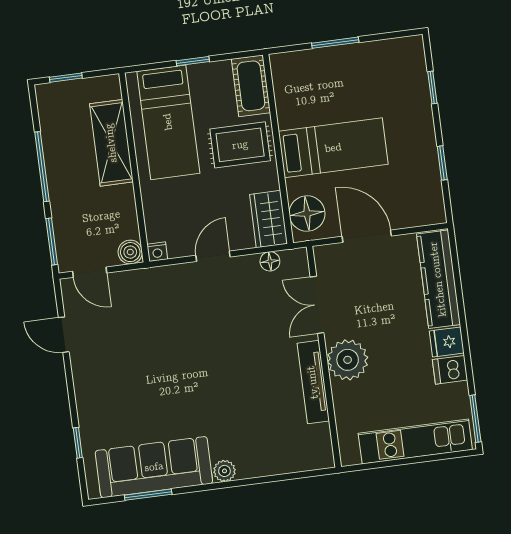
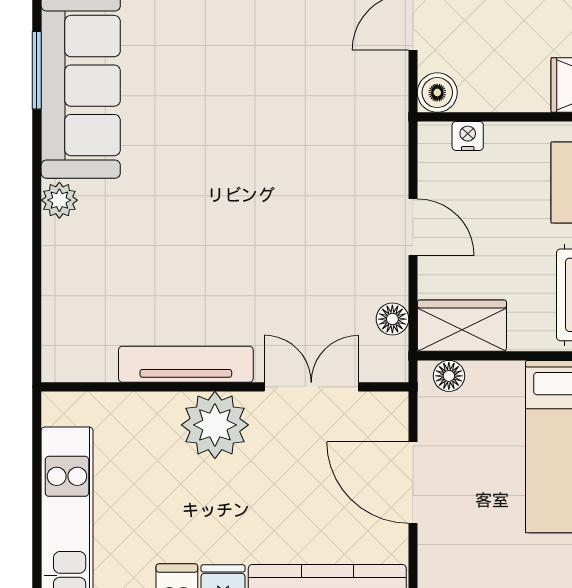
floor lamp: (307, 213) -> (449, 376), width x0.53, depth x0.53
door: (367, 236) -> (413, 483), swing flipped
nightstand: (157, 252) -> (468, 136), moved, turned 90

